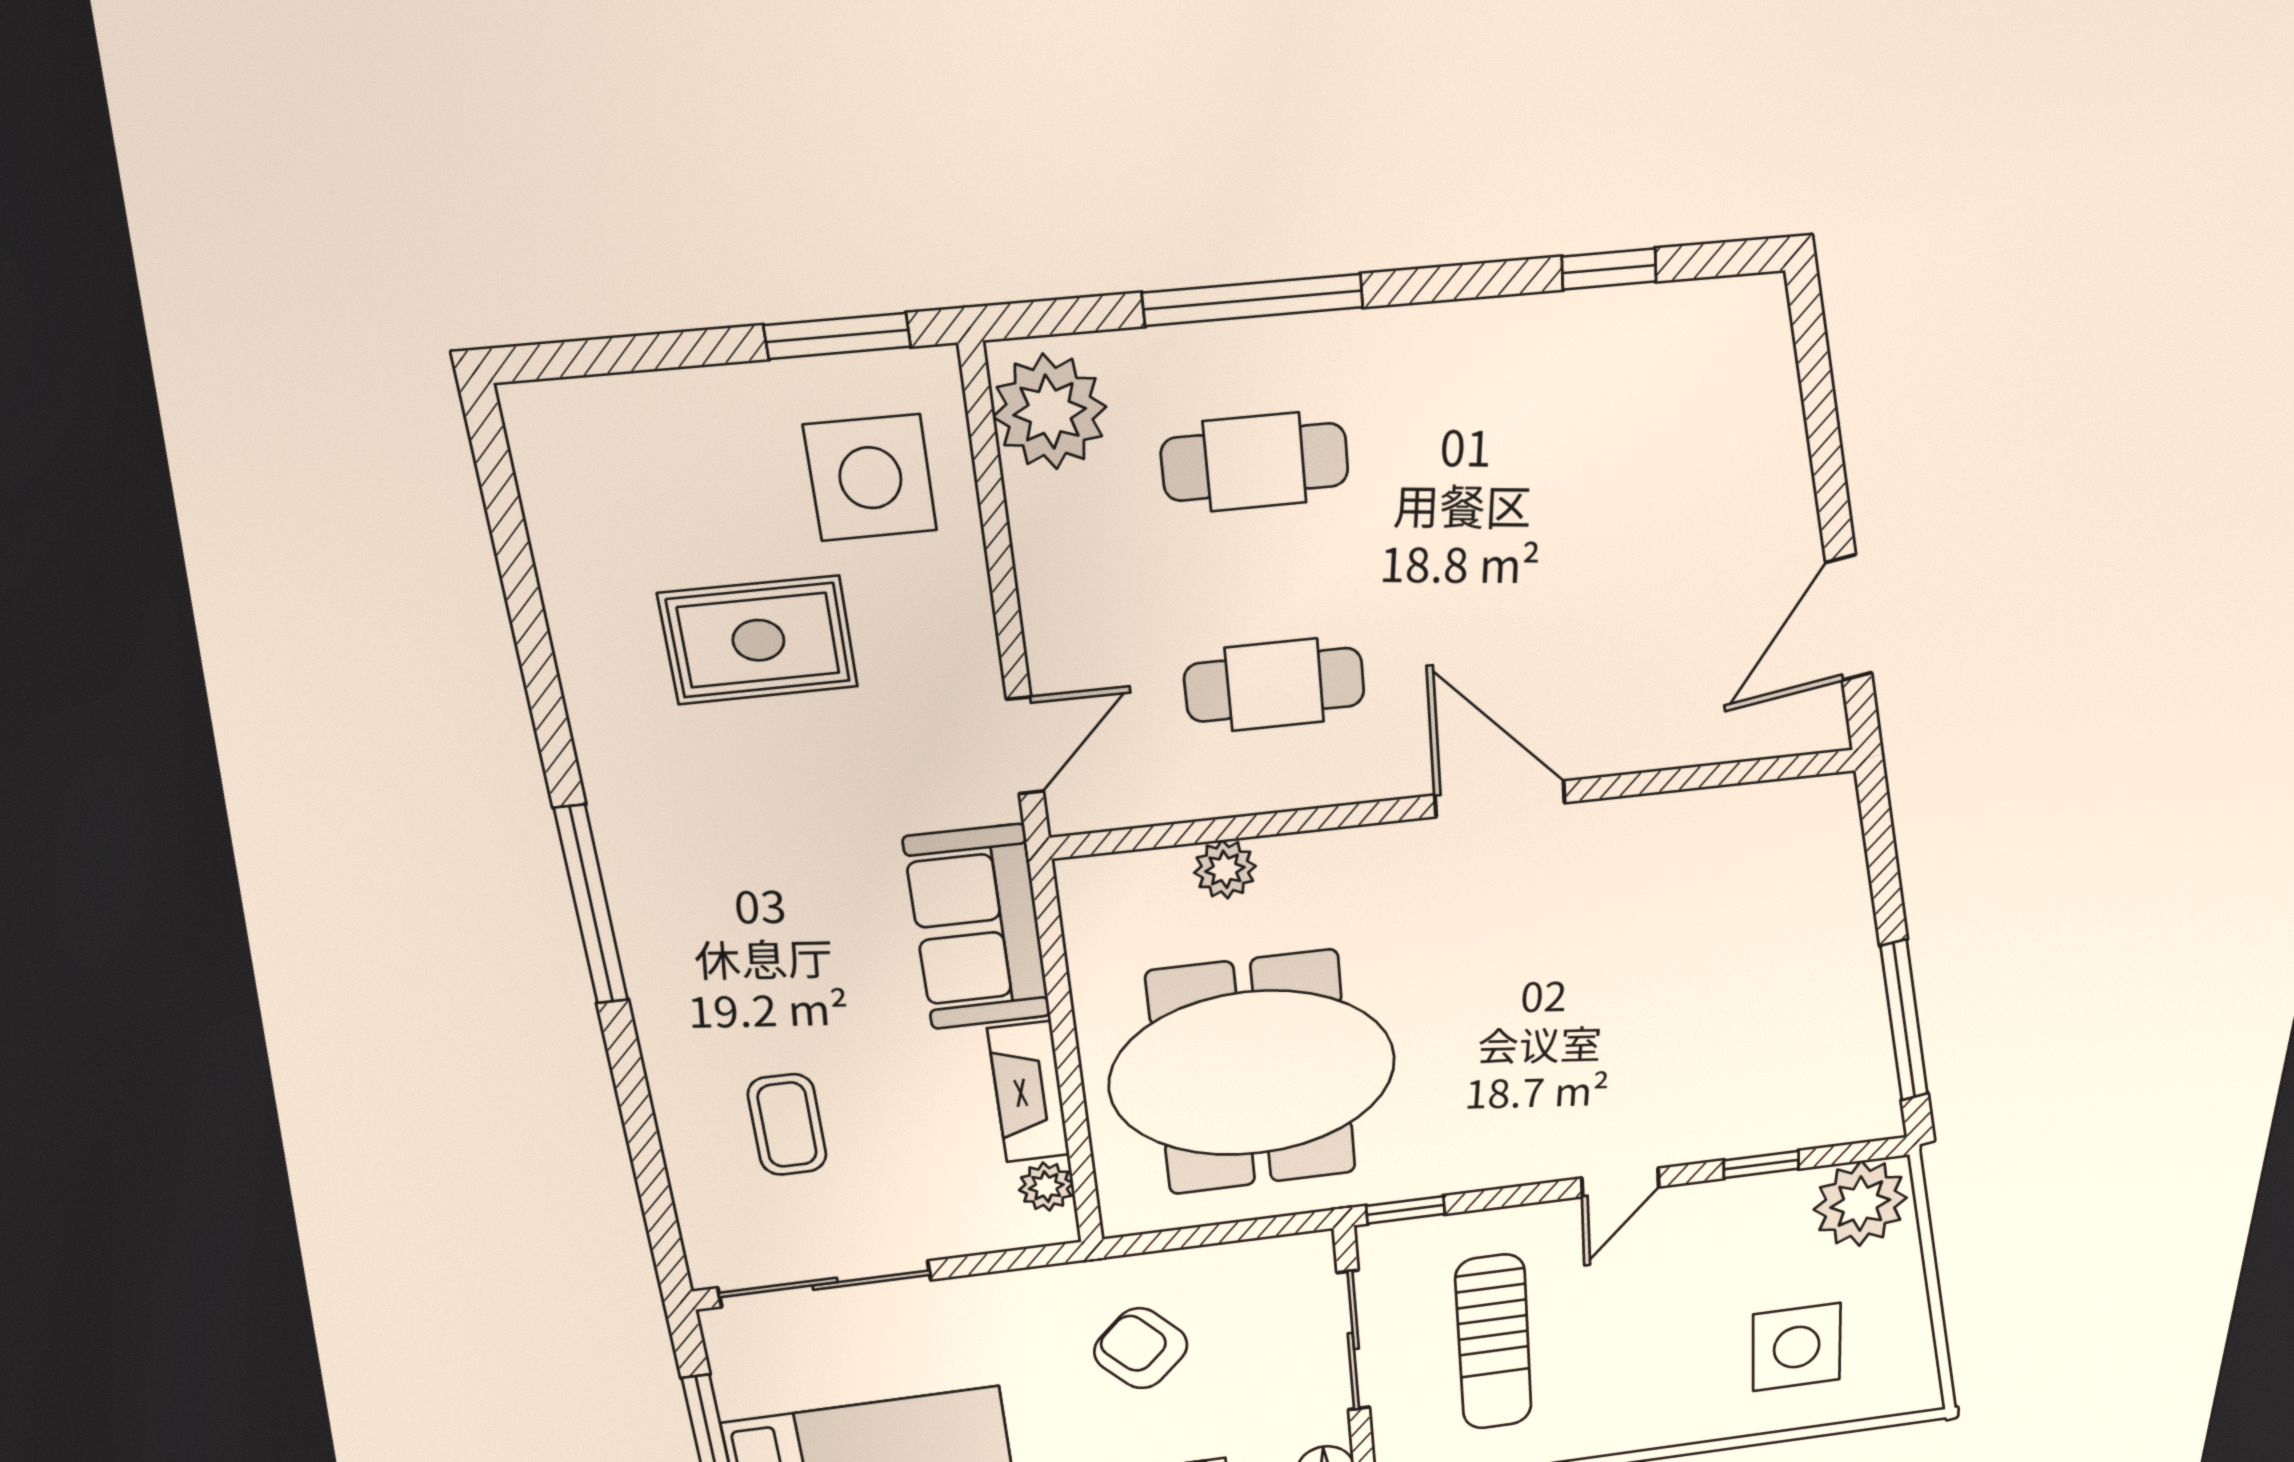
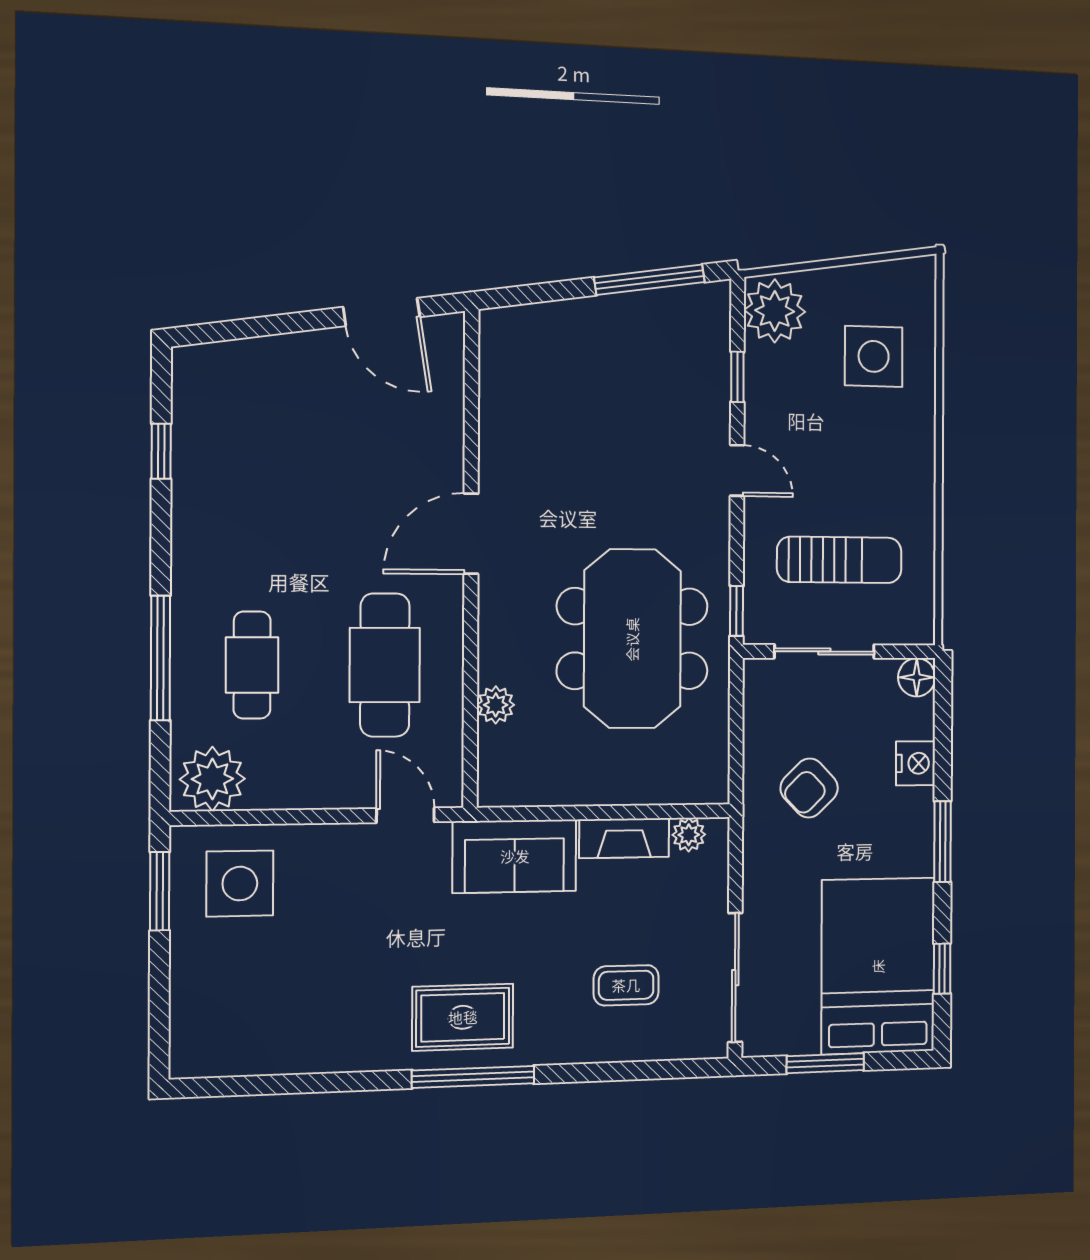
rug: (758, 640) -> (463, 1017), moved, turned 90
cafe table: (1274, 685) -> (385, 665), width x1.37, depth x1.35
meeting table: (1252, 1074) -> (632, 639), moved

